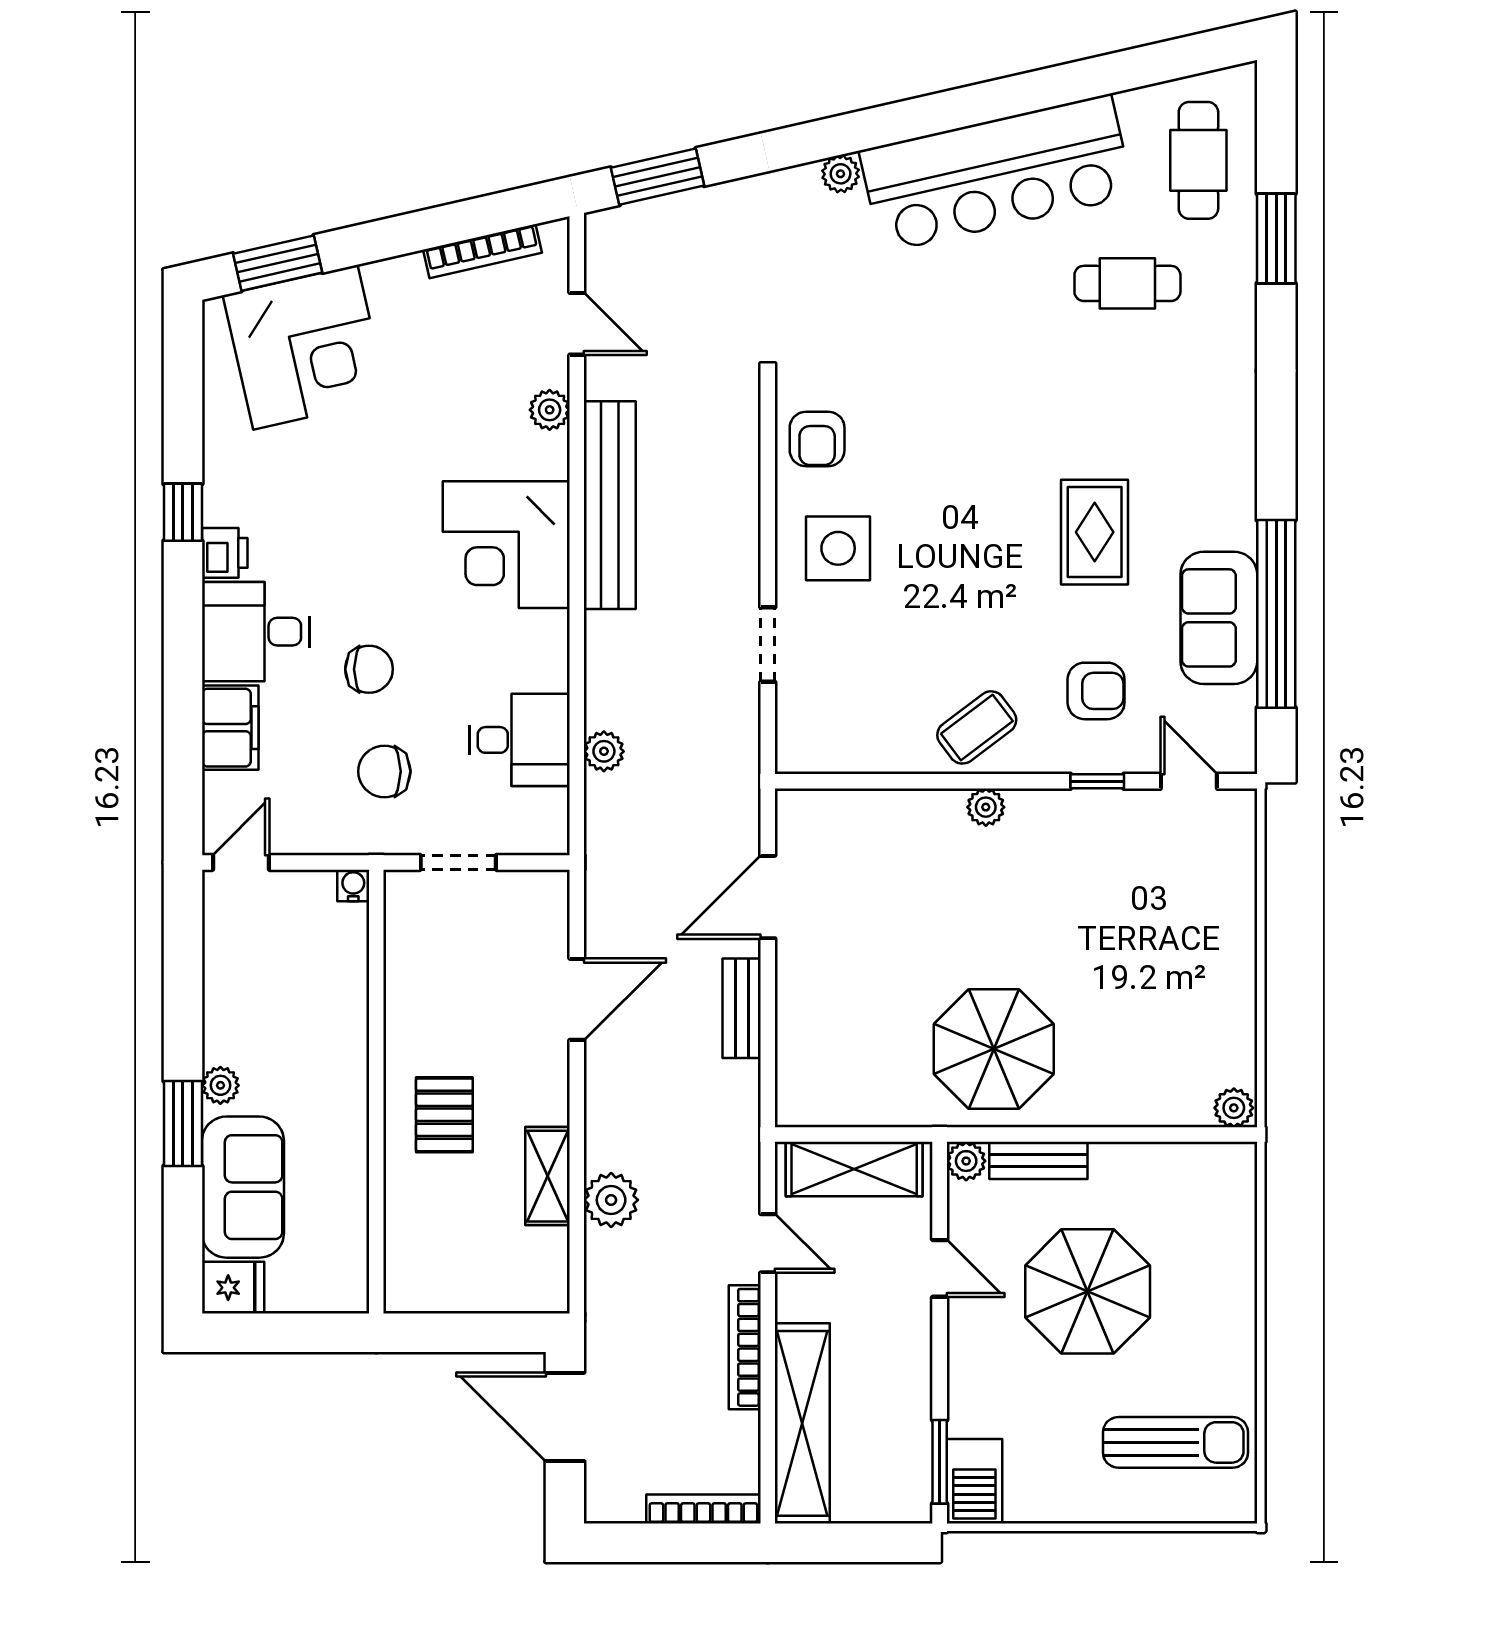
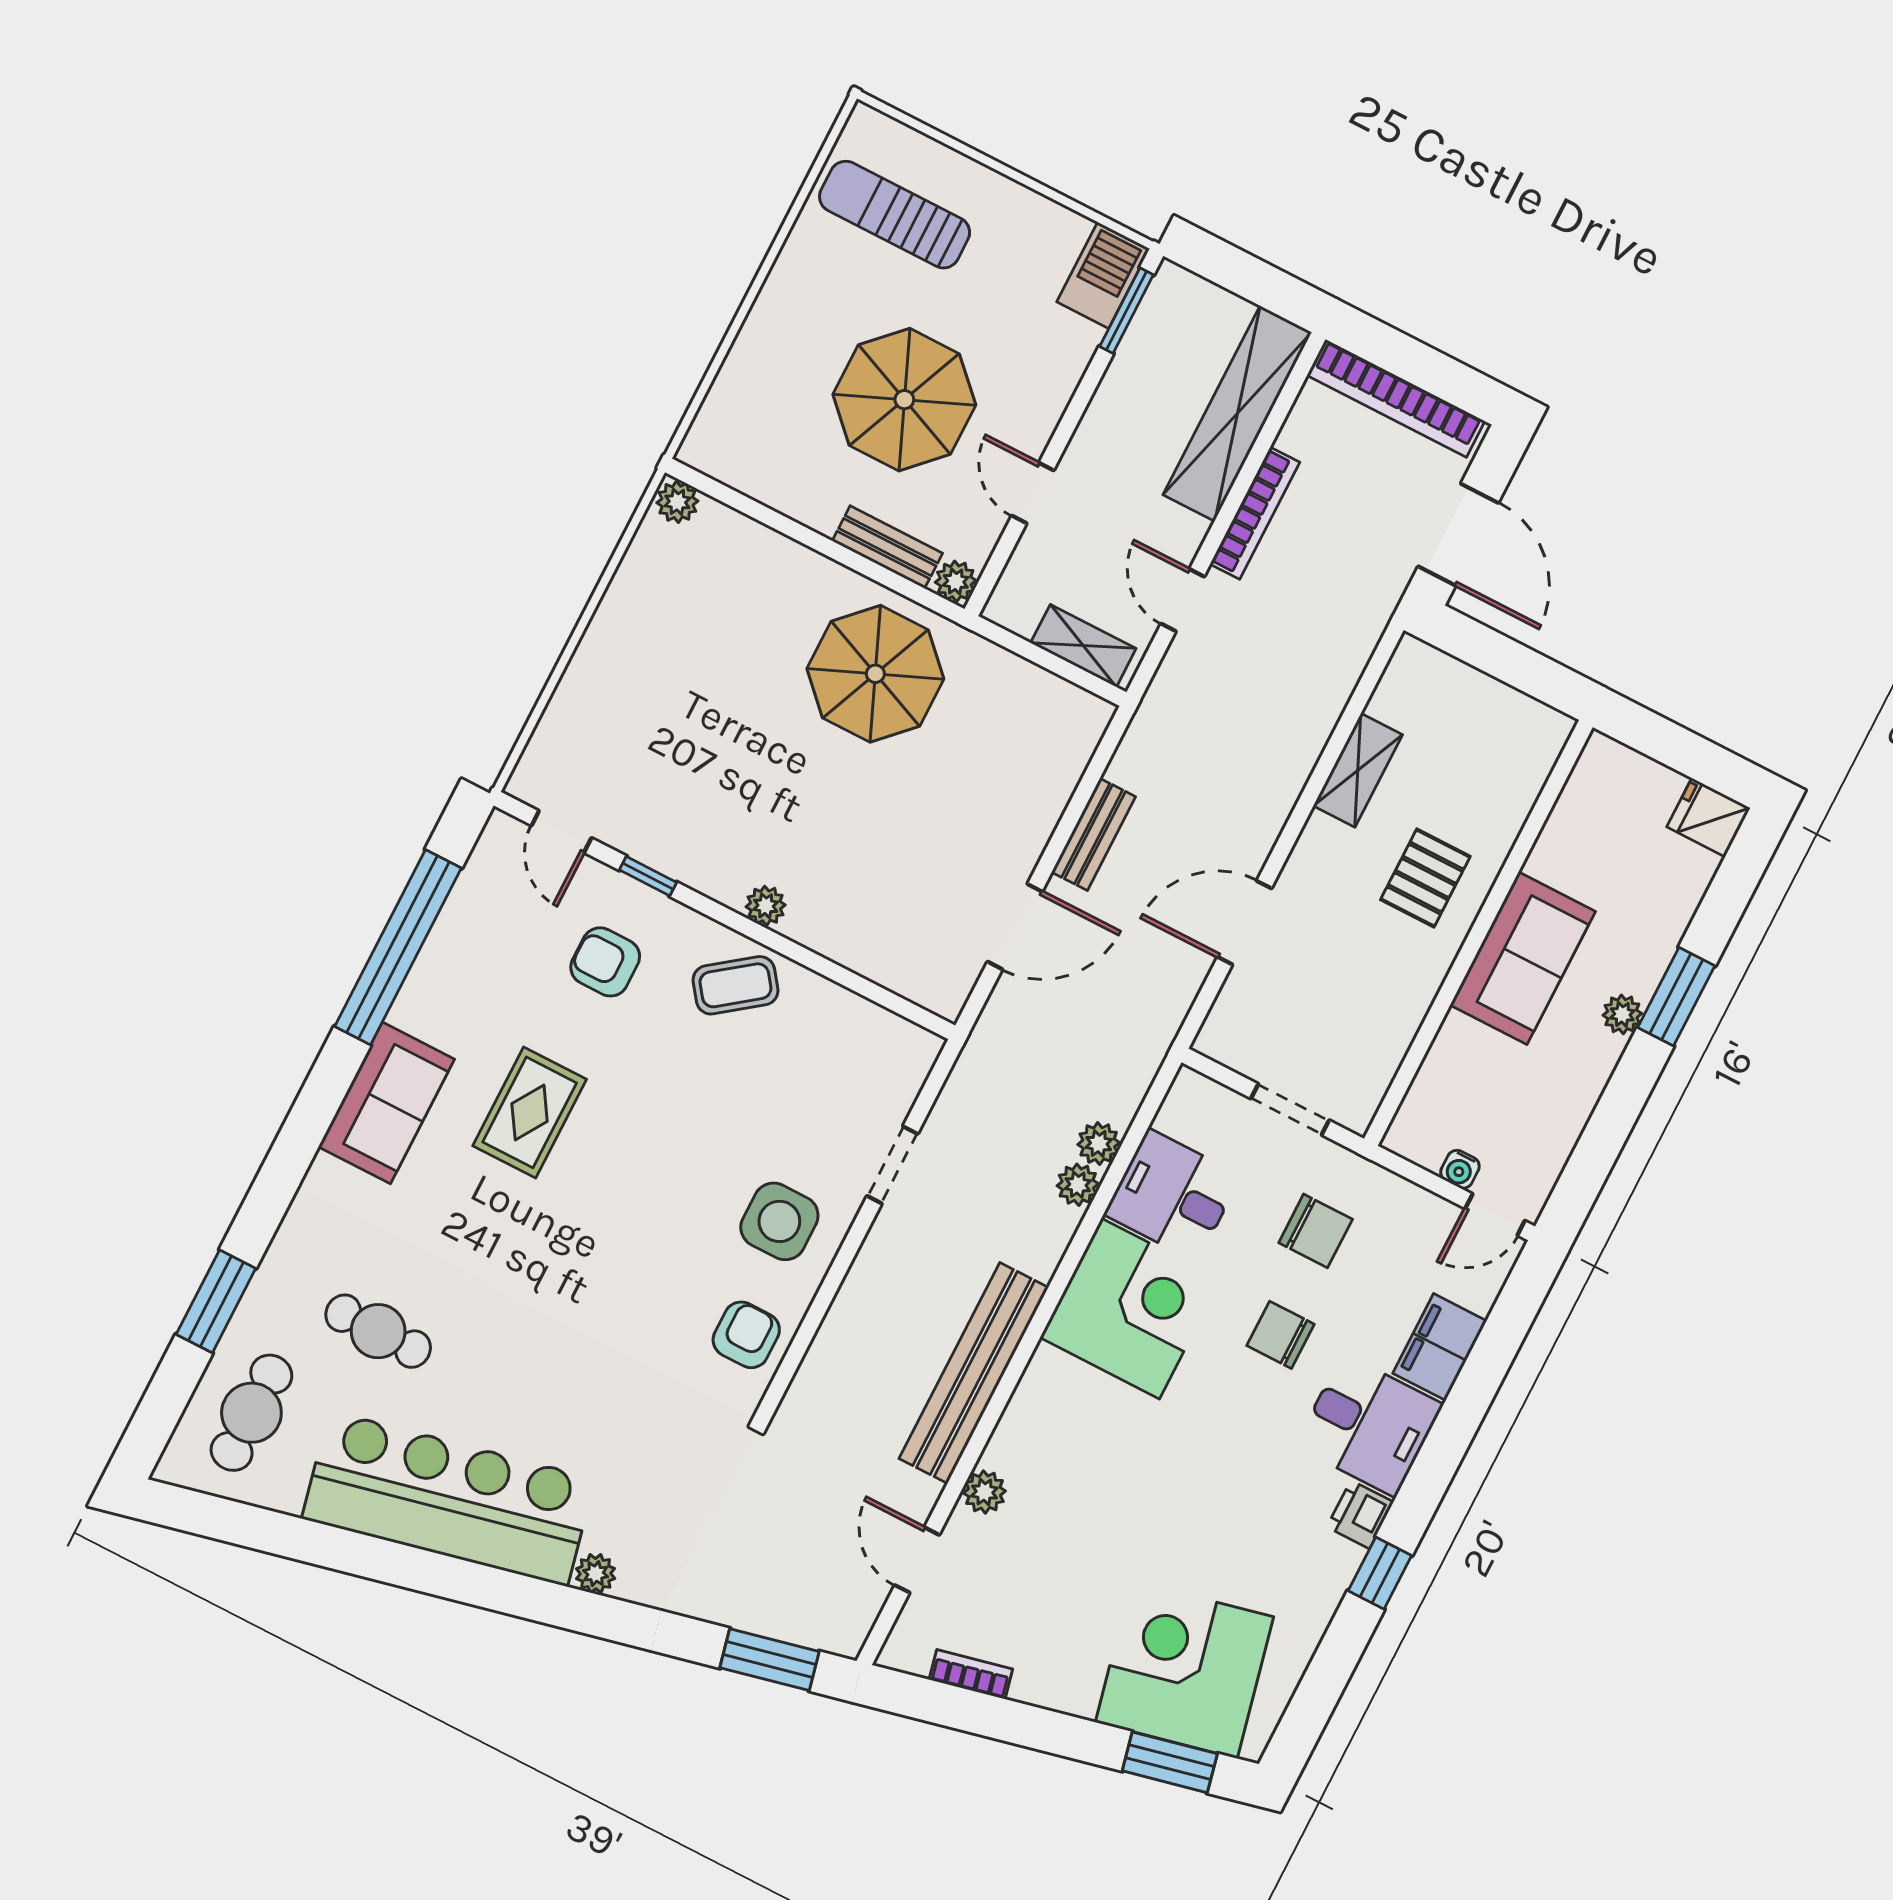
bookcase: (482, 251) -> (971, 1674), width x0.64
corner desk: (506, 545) -> (1130, 1309), moved
sofa: (1219, 618) -> (386, 1103), moved
water cooler: (353, 885) -> (1460, 1169), moved
shelving: (854, 1169) -> (1083, 646), width x0.67, depth x0.75
sofa: (243, 1187) -> (1523, 958), moved, turned 180
plant: (611, 1200) -> (1078, 1185), moved, width x0.73, depth x0.73
bookcase: (703, 1509) -> (1396, 398), width x1.48, depth x1.31

